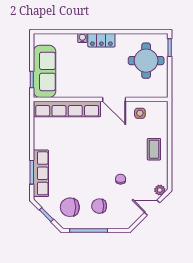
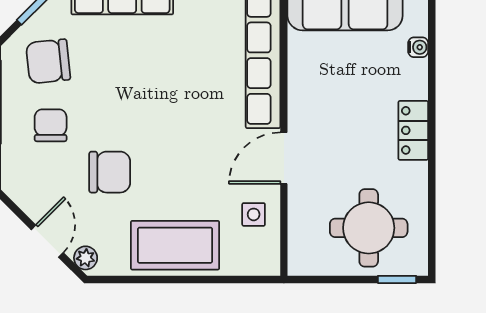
water cooler: (82, 38) -> (418, 47), moved
coffee table: (154, 149) -> (175, 245), width x1.86, depth x1.72
chair: (121, 179) -> (110, 172), width x1.87, depth x1.87
chair: (70, 207) -> (48, 61), turned -96

